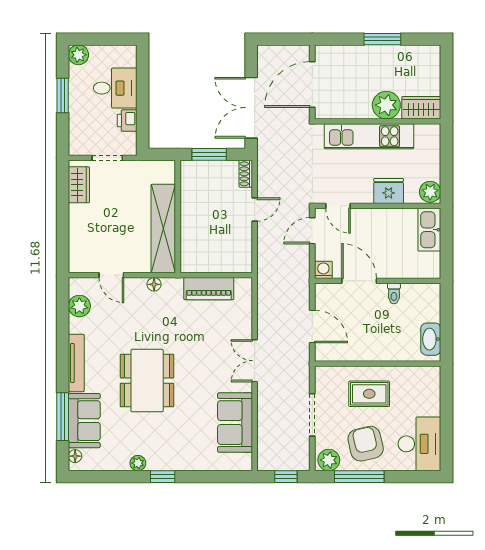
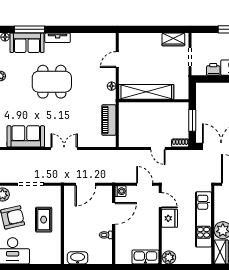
fridge: (389, 191) -> (169, 218), moved
door: (338, 206) -> (160, 200), swing flipped
plant: (79, 306) -> (98, 40), removed
tv unit: (76, 363) -> (58, 38), width x0.71

